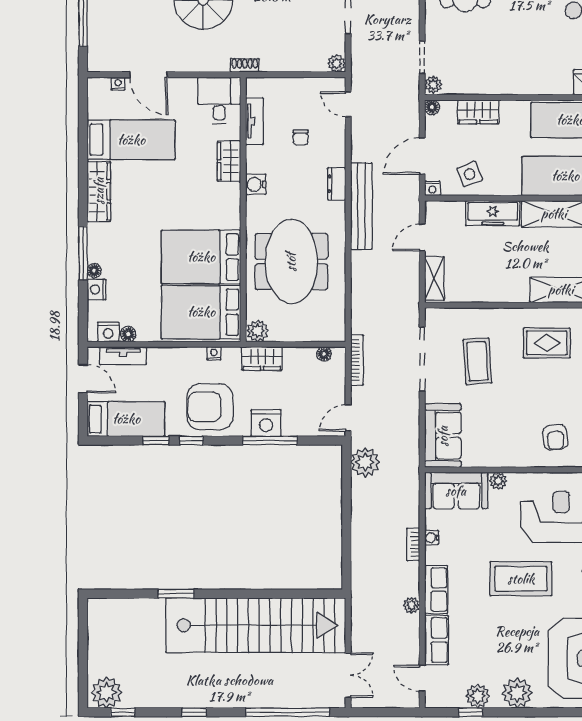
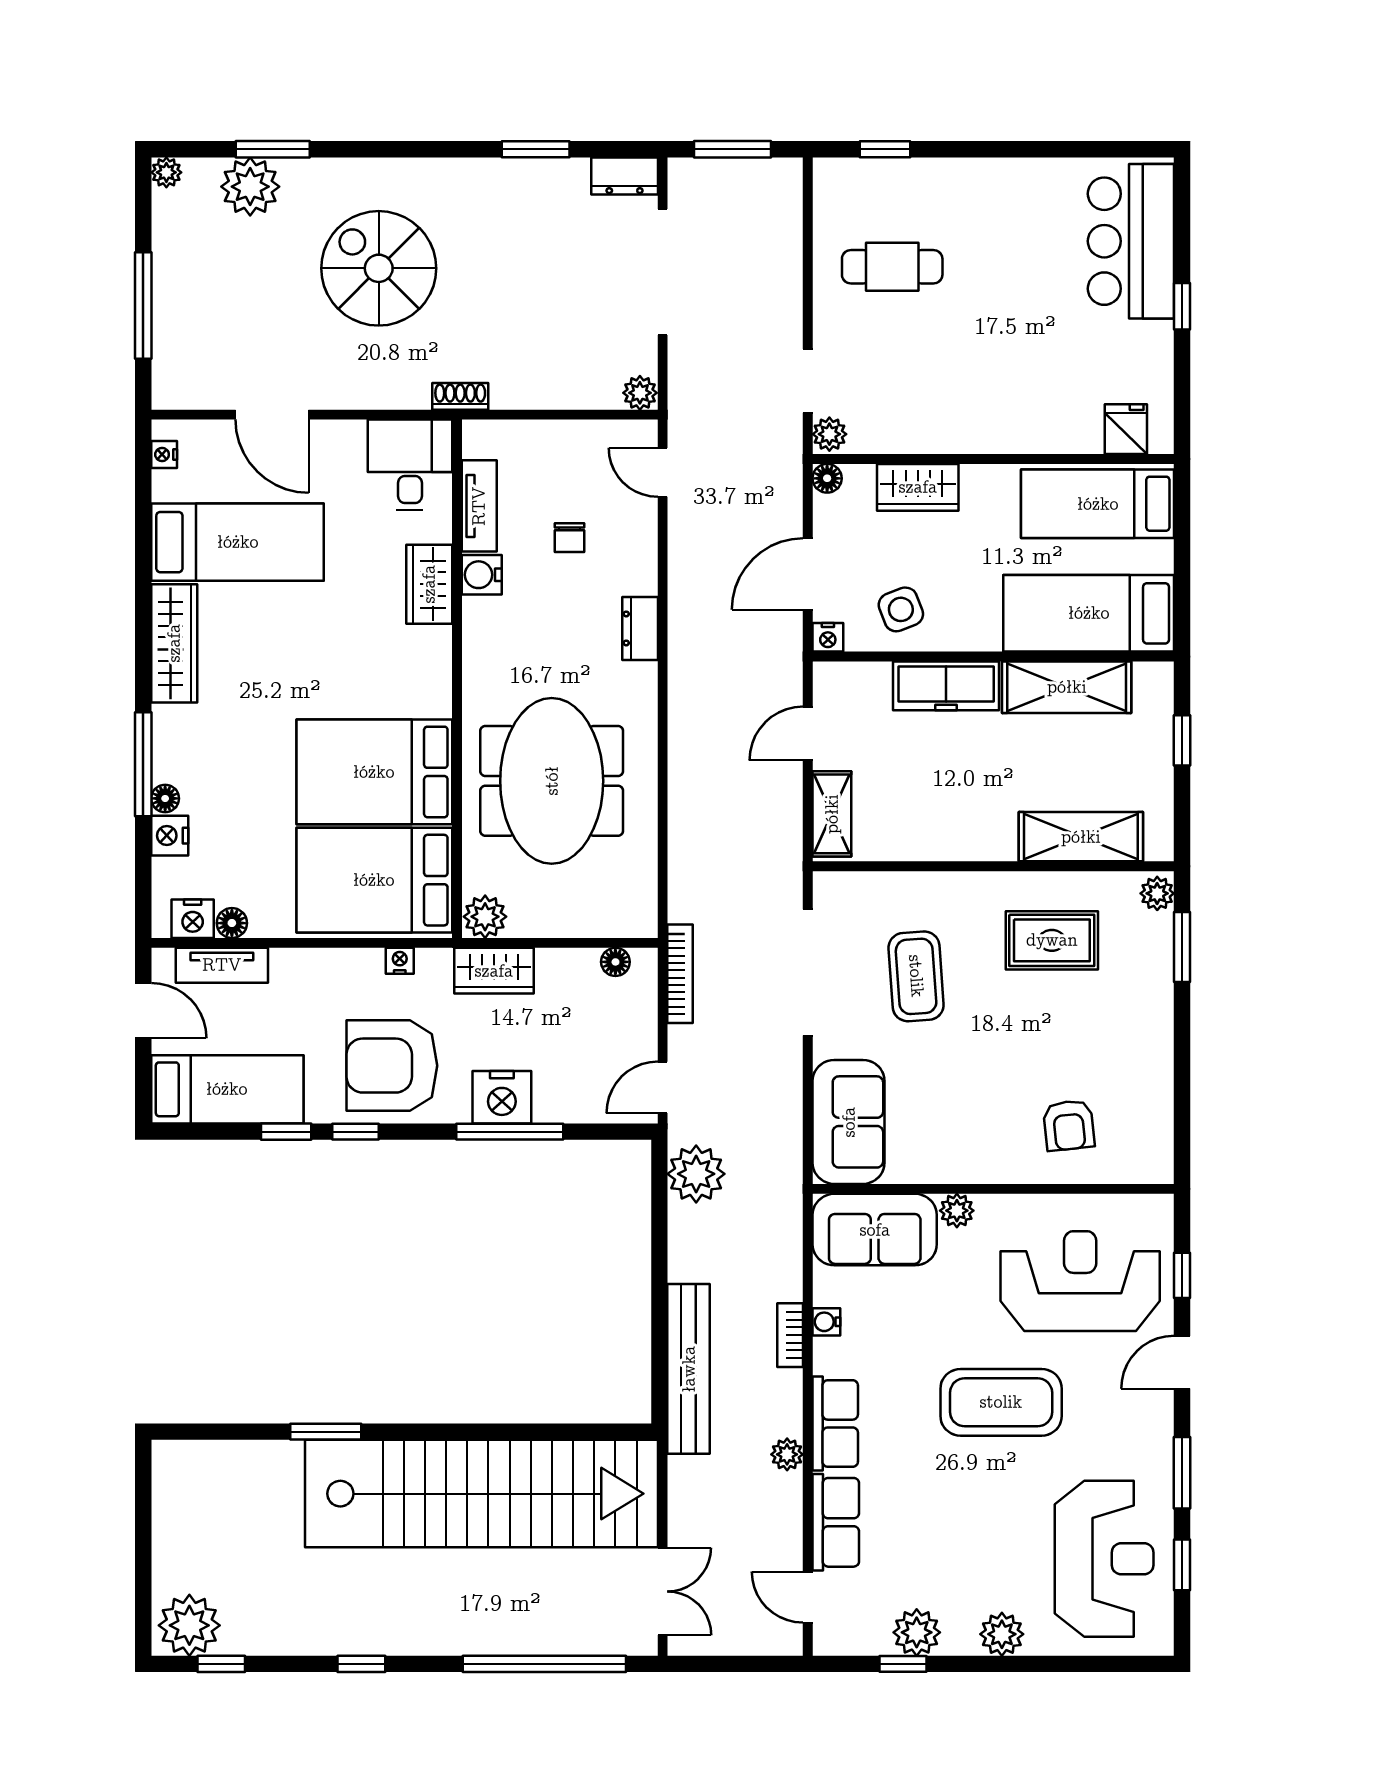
nightstand: (118, 84) -> (164, 454), moved, turned -90
water cooler: (256, 184) -> (482, 575), moved
bench: (361, 206) -> (689, 1369), moved
plant: (517, 693) -> (1002, 1634), width x0.73, depth x0.73

